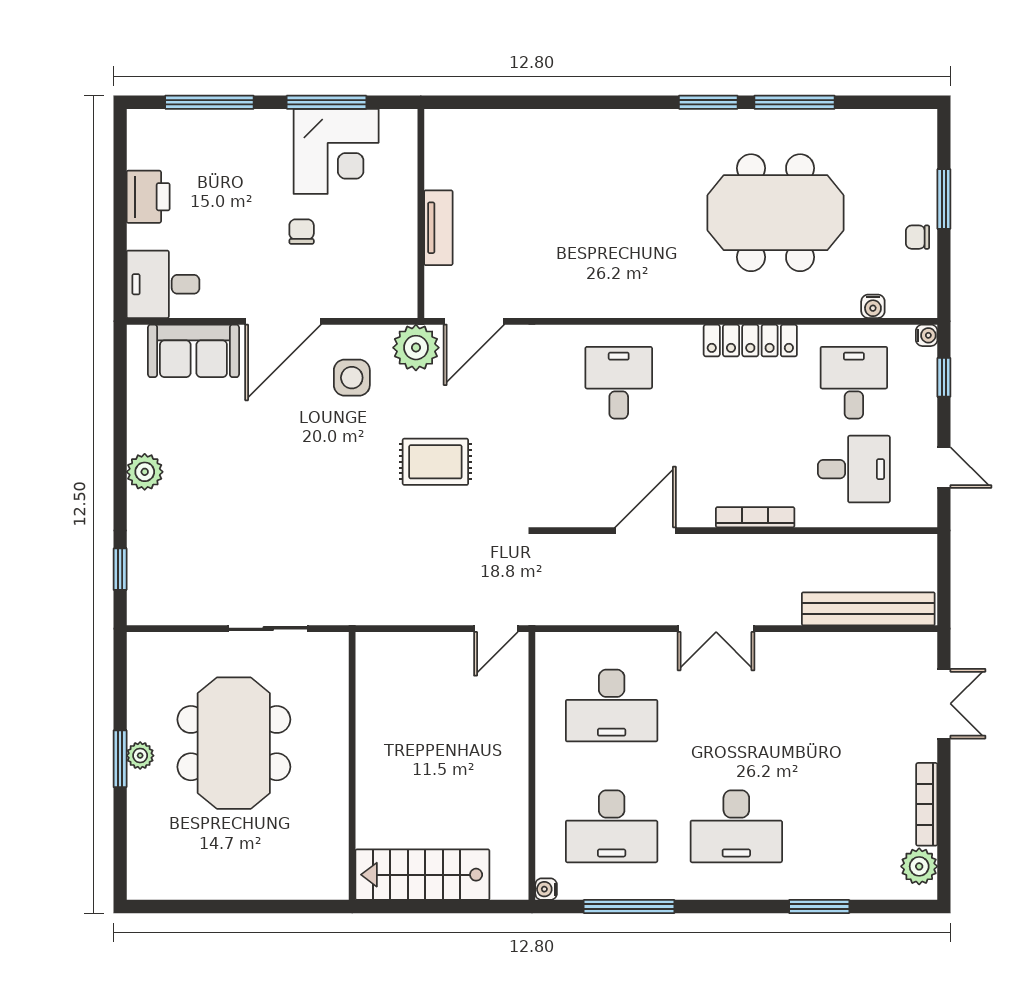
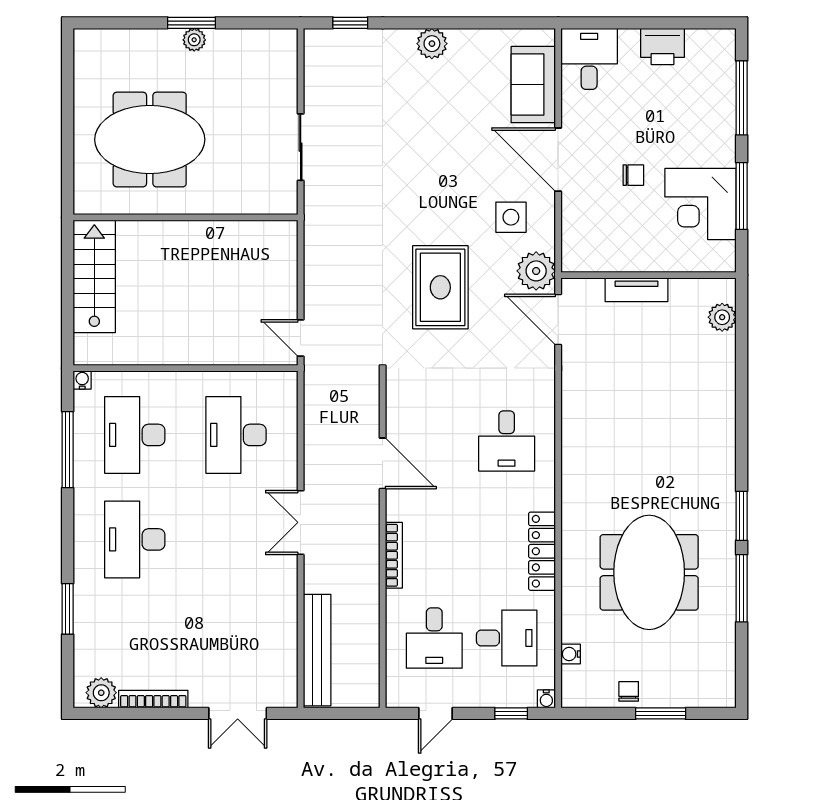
plant: (471, 126) -> (722, 317), added
desk: (619, 383) -> (507, 441), turned 90
rug: (435, 462) -> (440, 287), width x1.36, depth x1.43
meeting table: (234, 743) -> (150, 140), moved

